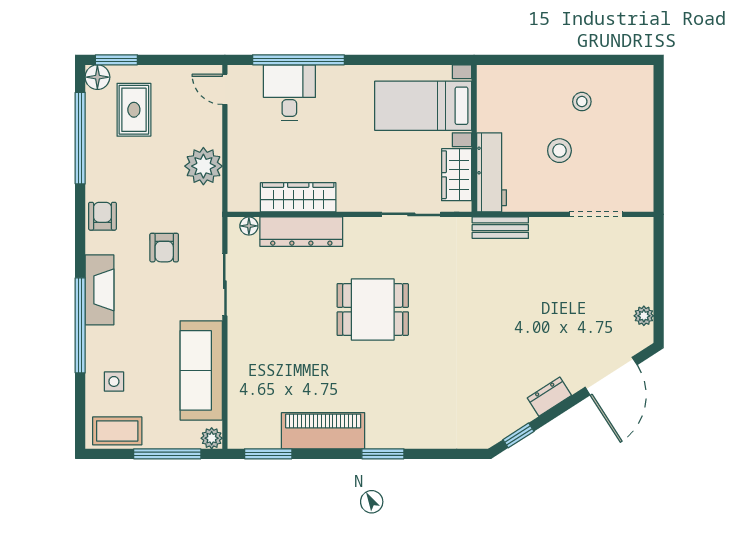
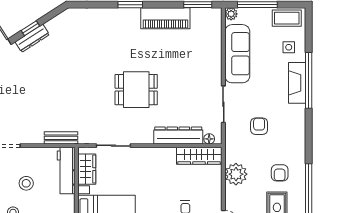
wardrobe: (298, 197) -> (199, 156), moved
armchair: (102, 216) -> (280, 173), moved
fireplace: (100, 290) -> (297, 83), moved
dresser: (549, 397) -> (32, 38), width x1.44
window: (518, 435) -> (30, 28), moved

